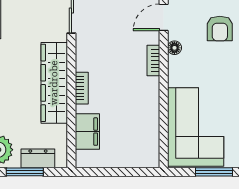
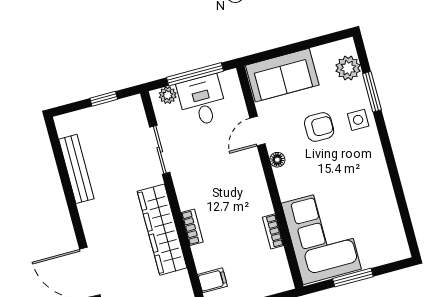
armchair: (220, 28) -> (319, 127), turned -90
bookcase: (153, 61) -> (273, 231), moved
filing cabinet: (87, 132) -> (213, 280), width x0.50

